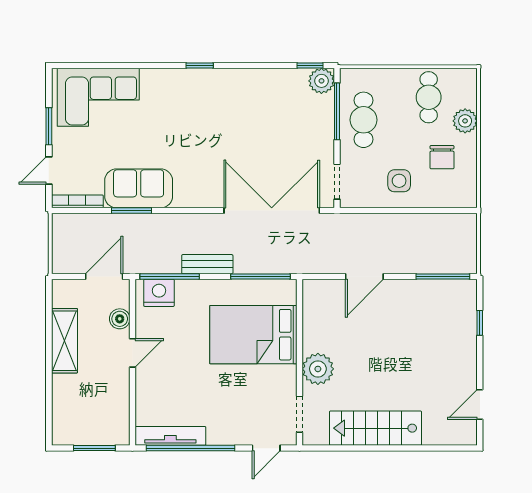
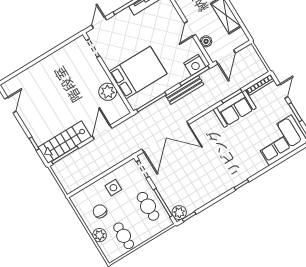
bench: (207, 264) -> (185, 90), width x1.36
plant: (318, 369) -> (108, 92), moved
stairs: (375, 428) -> (65, 142), moved, turned 180

